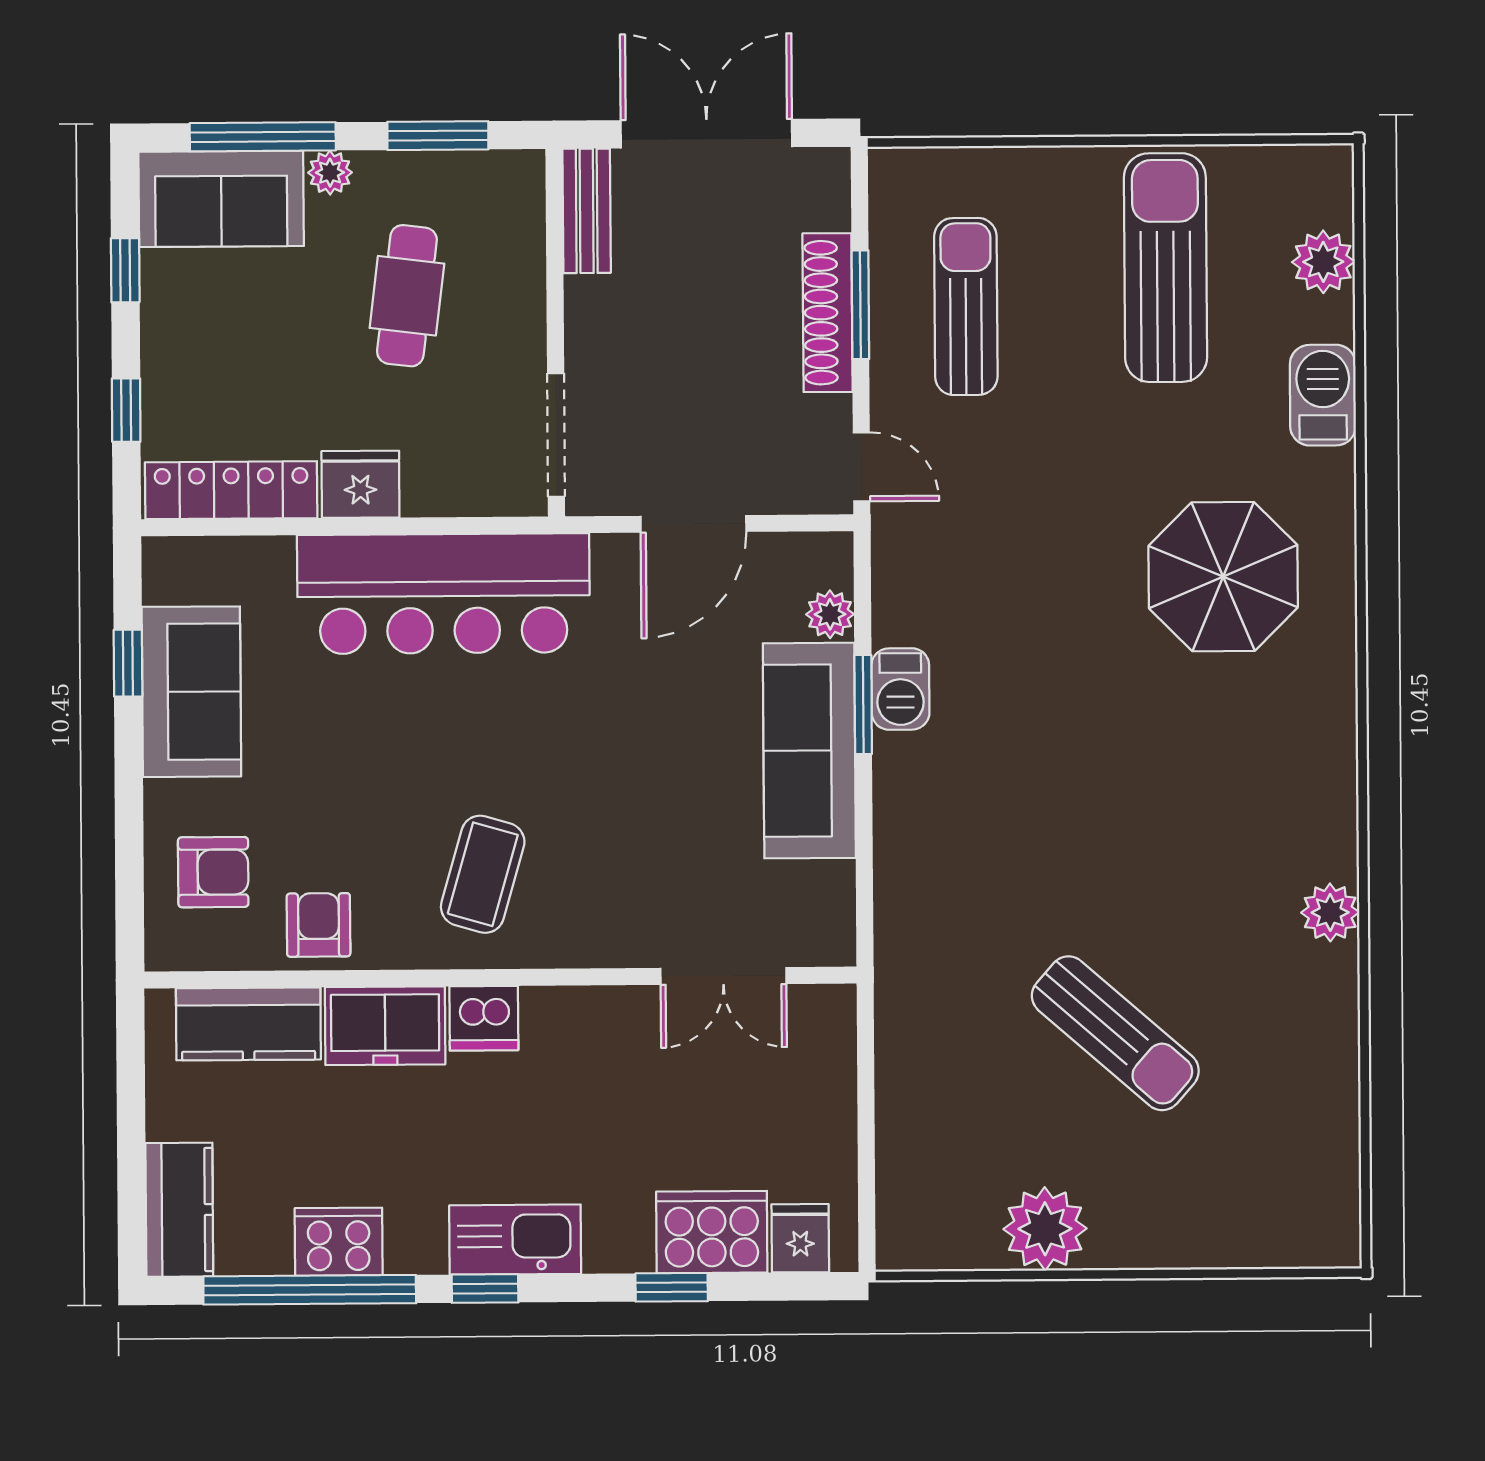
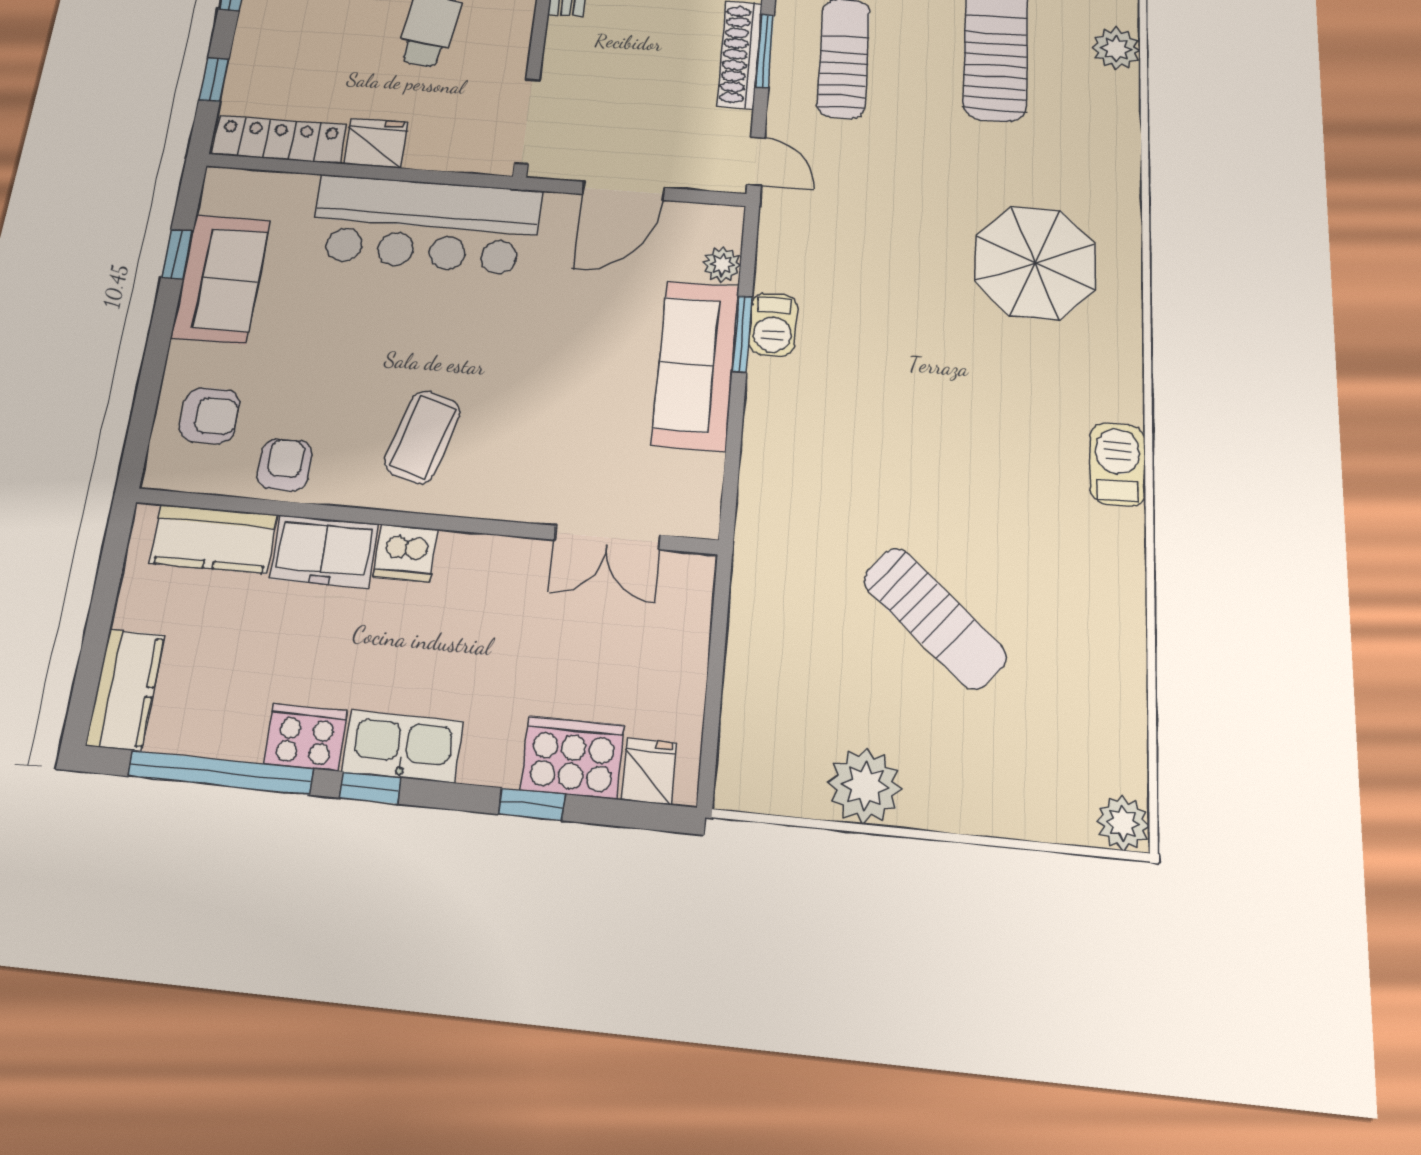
barbecue: (1323, 395) -> (1118, 464), moved
plant: (1330, 912) -> (1123, 823), moved
cooker: (339, 1242) -> (306, 737), moved

